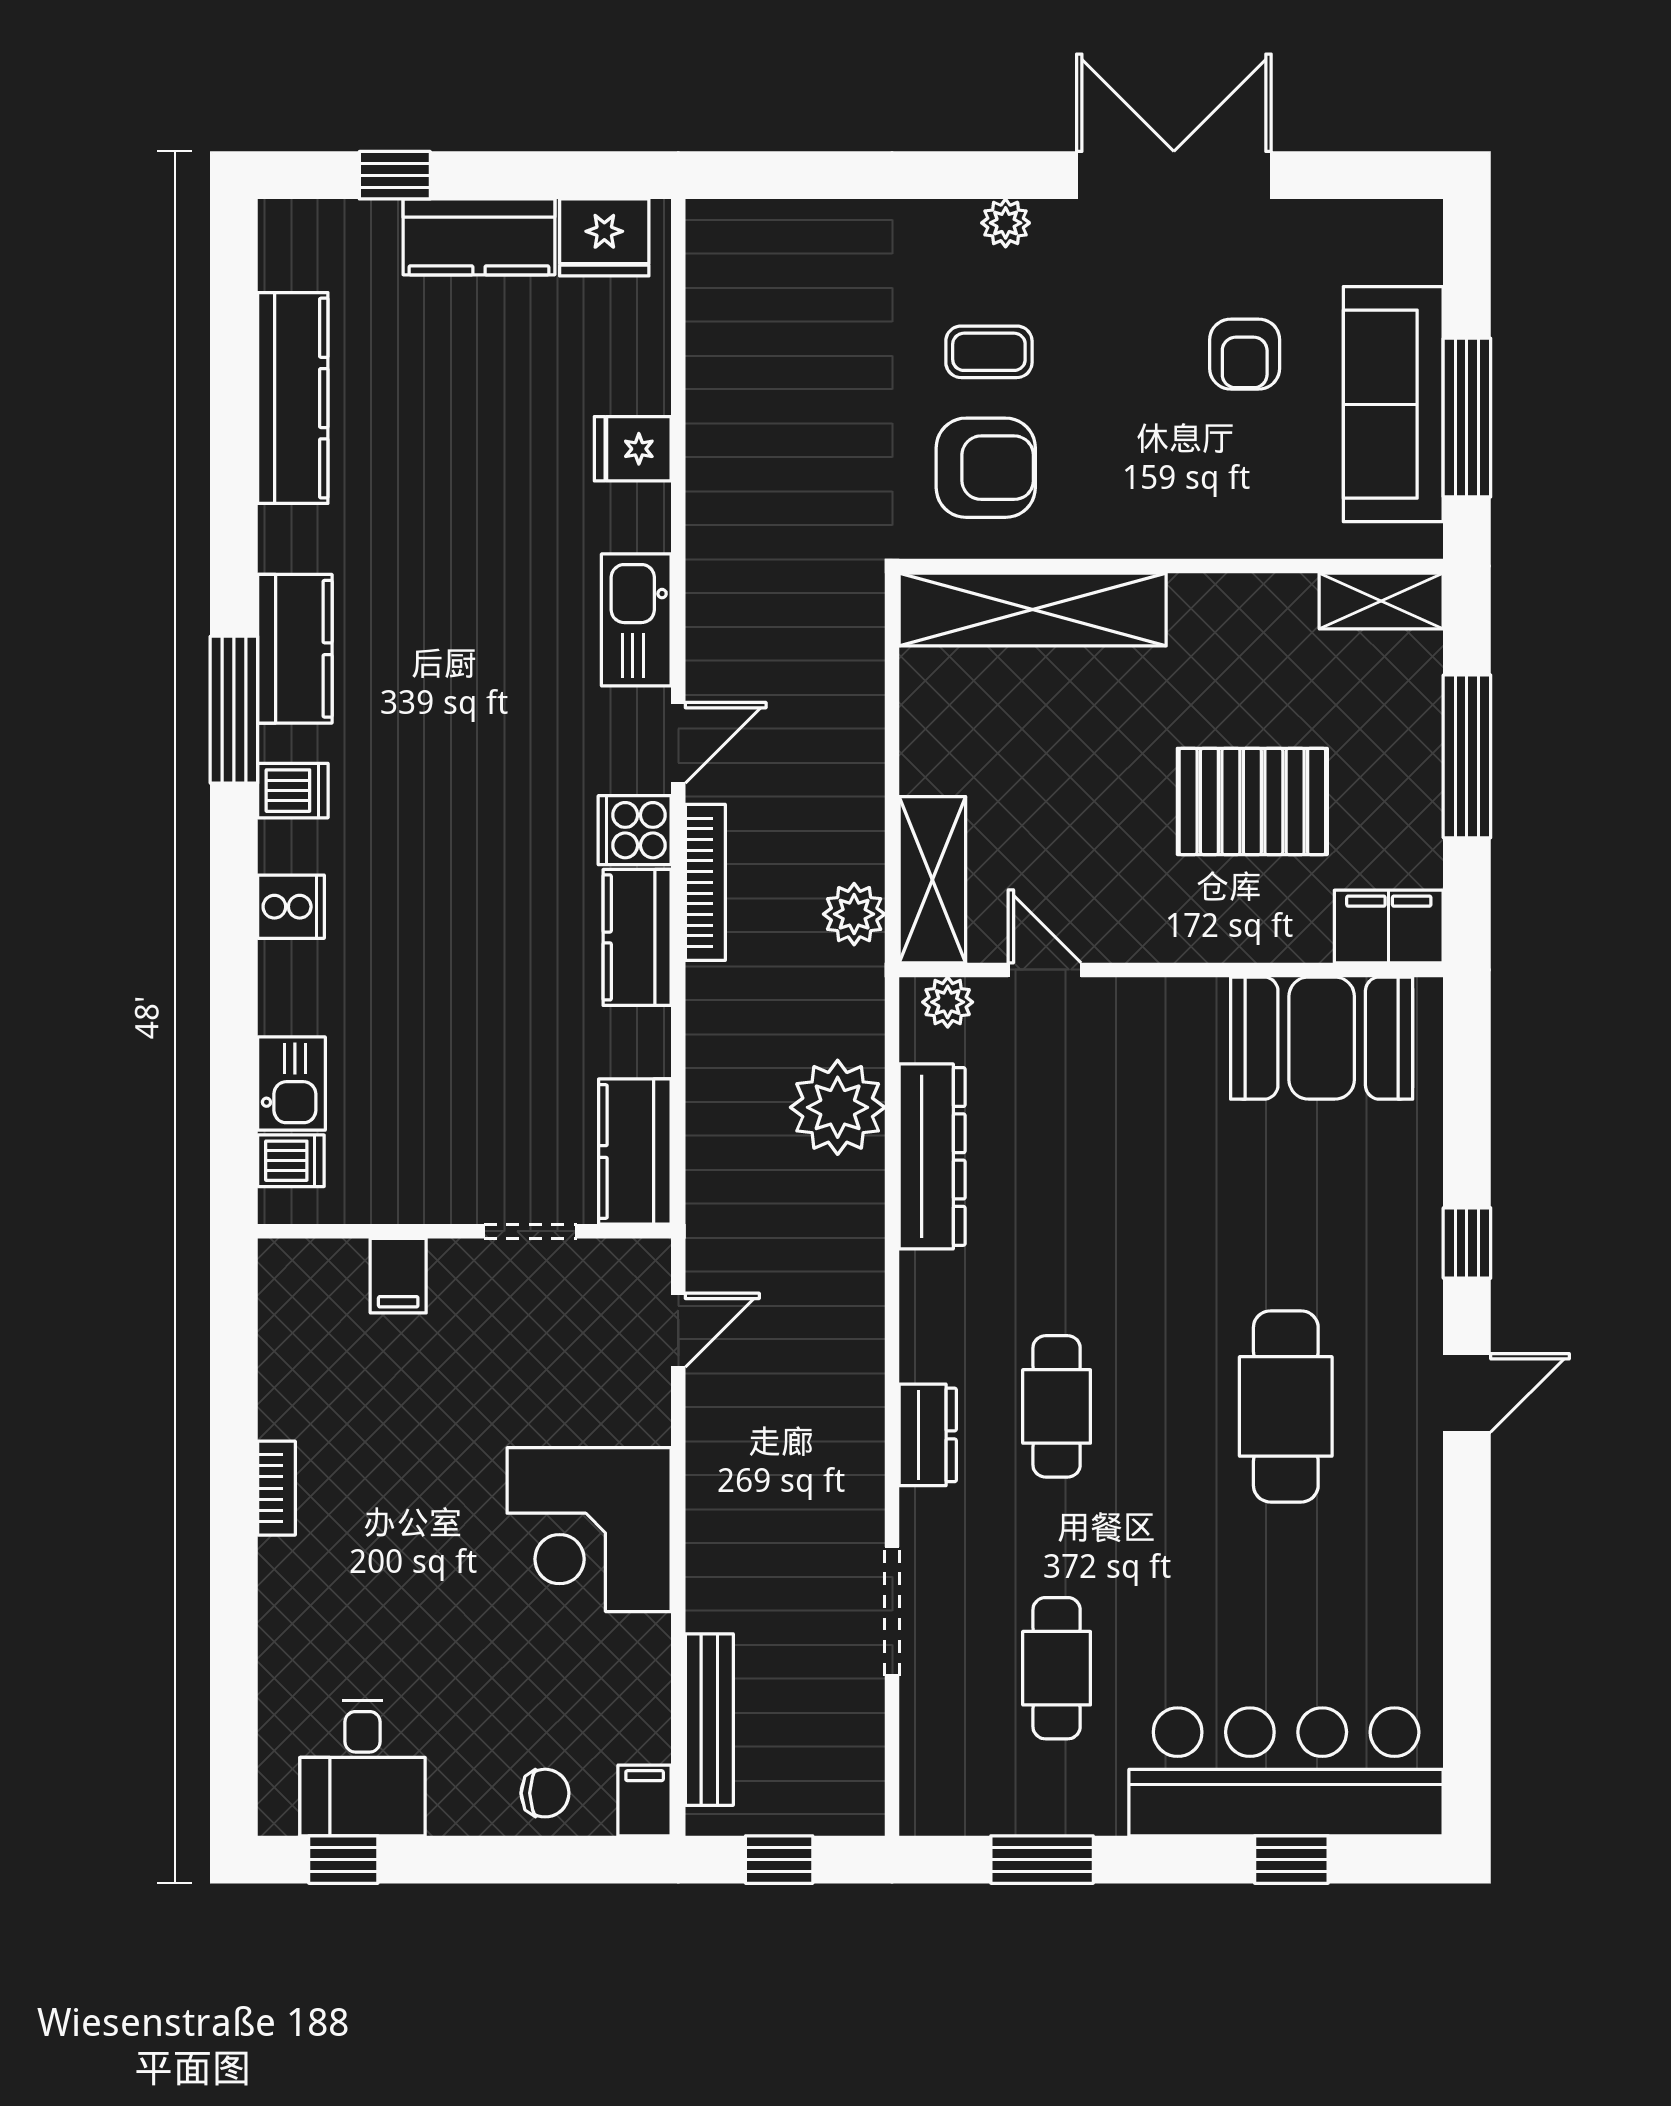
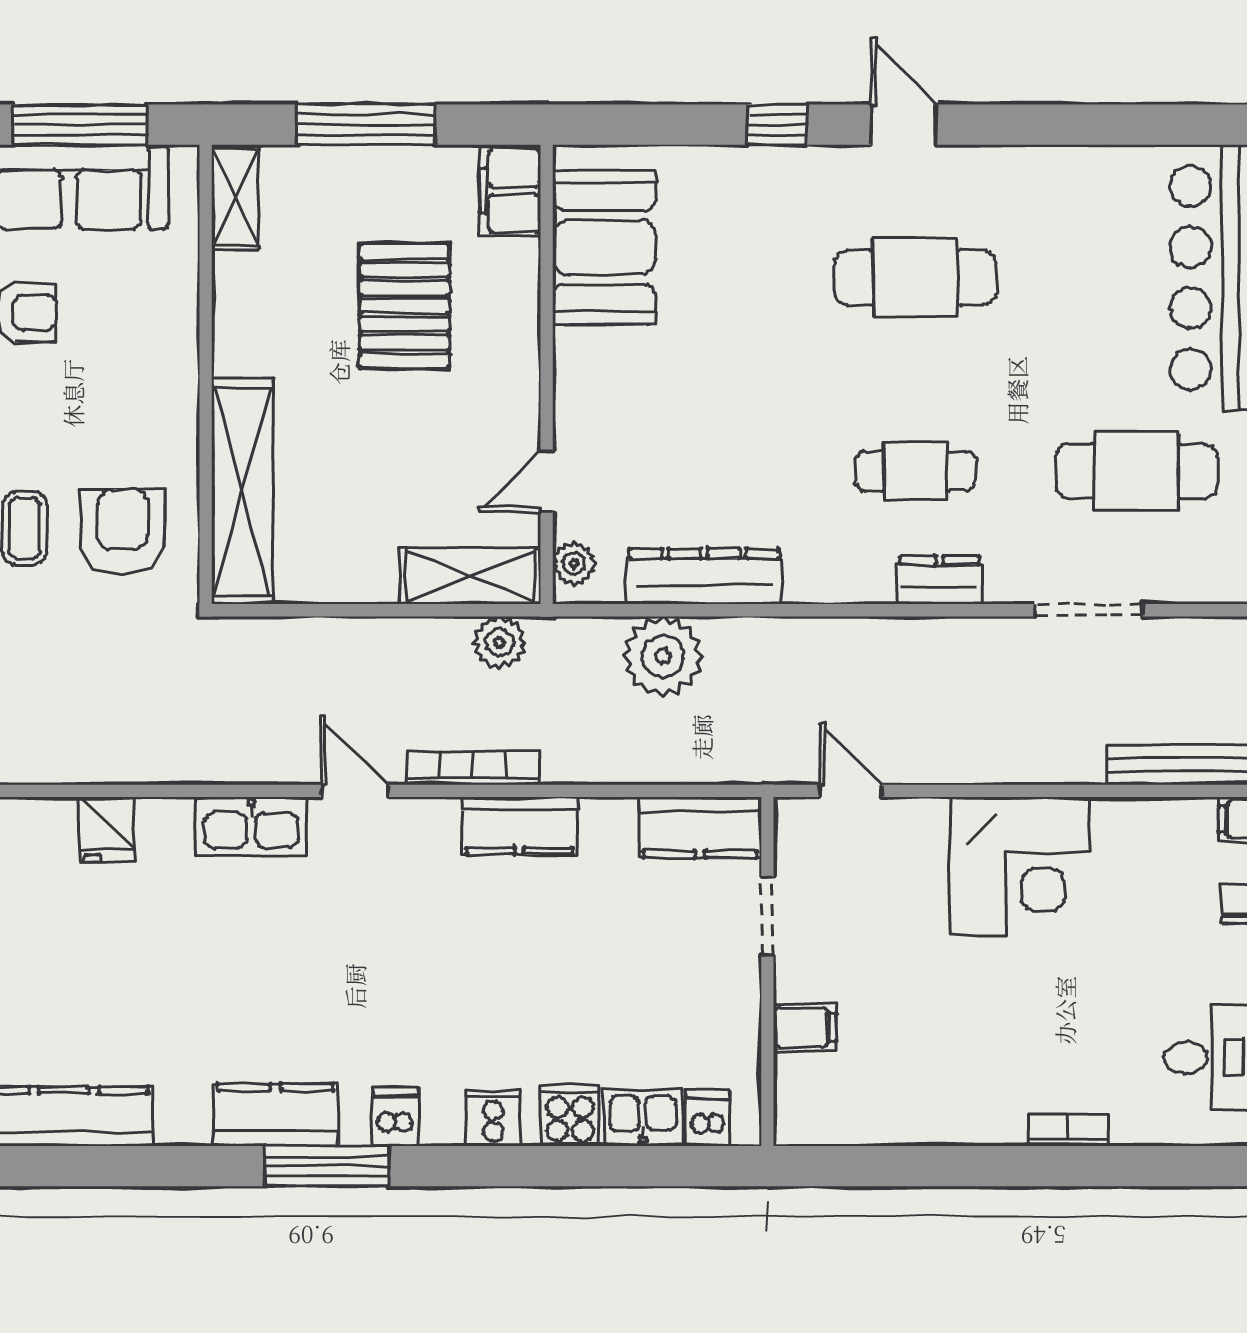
cooker: (635, 830) -> (570, 1115), moved, turned 180
bookcase: (276, 1488) -> (1068, 1130), moved
cafe table: (1057, 1668) -> (1137, 471), width x1.37, depth x1.35

